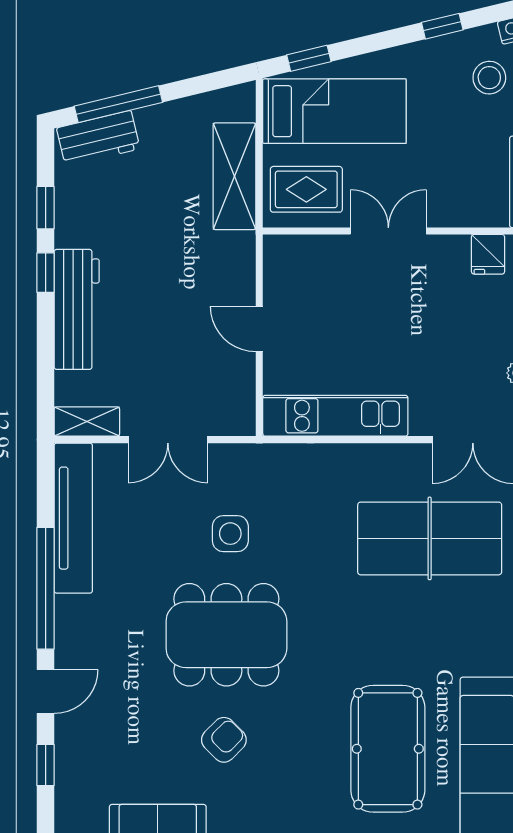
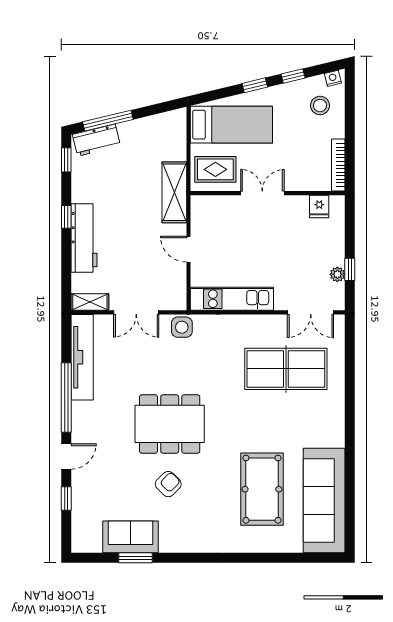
window: (309, 58) -> (255, 85), moved
shelving: (235, 176) -> (174, 192), moved
window: (46, 208) -> (66, 160), moved
side table: (230, 534) -> (182, 327), moved

